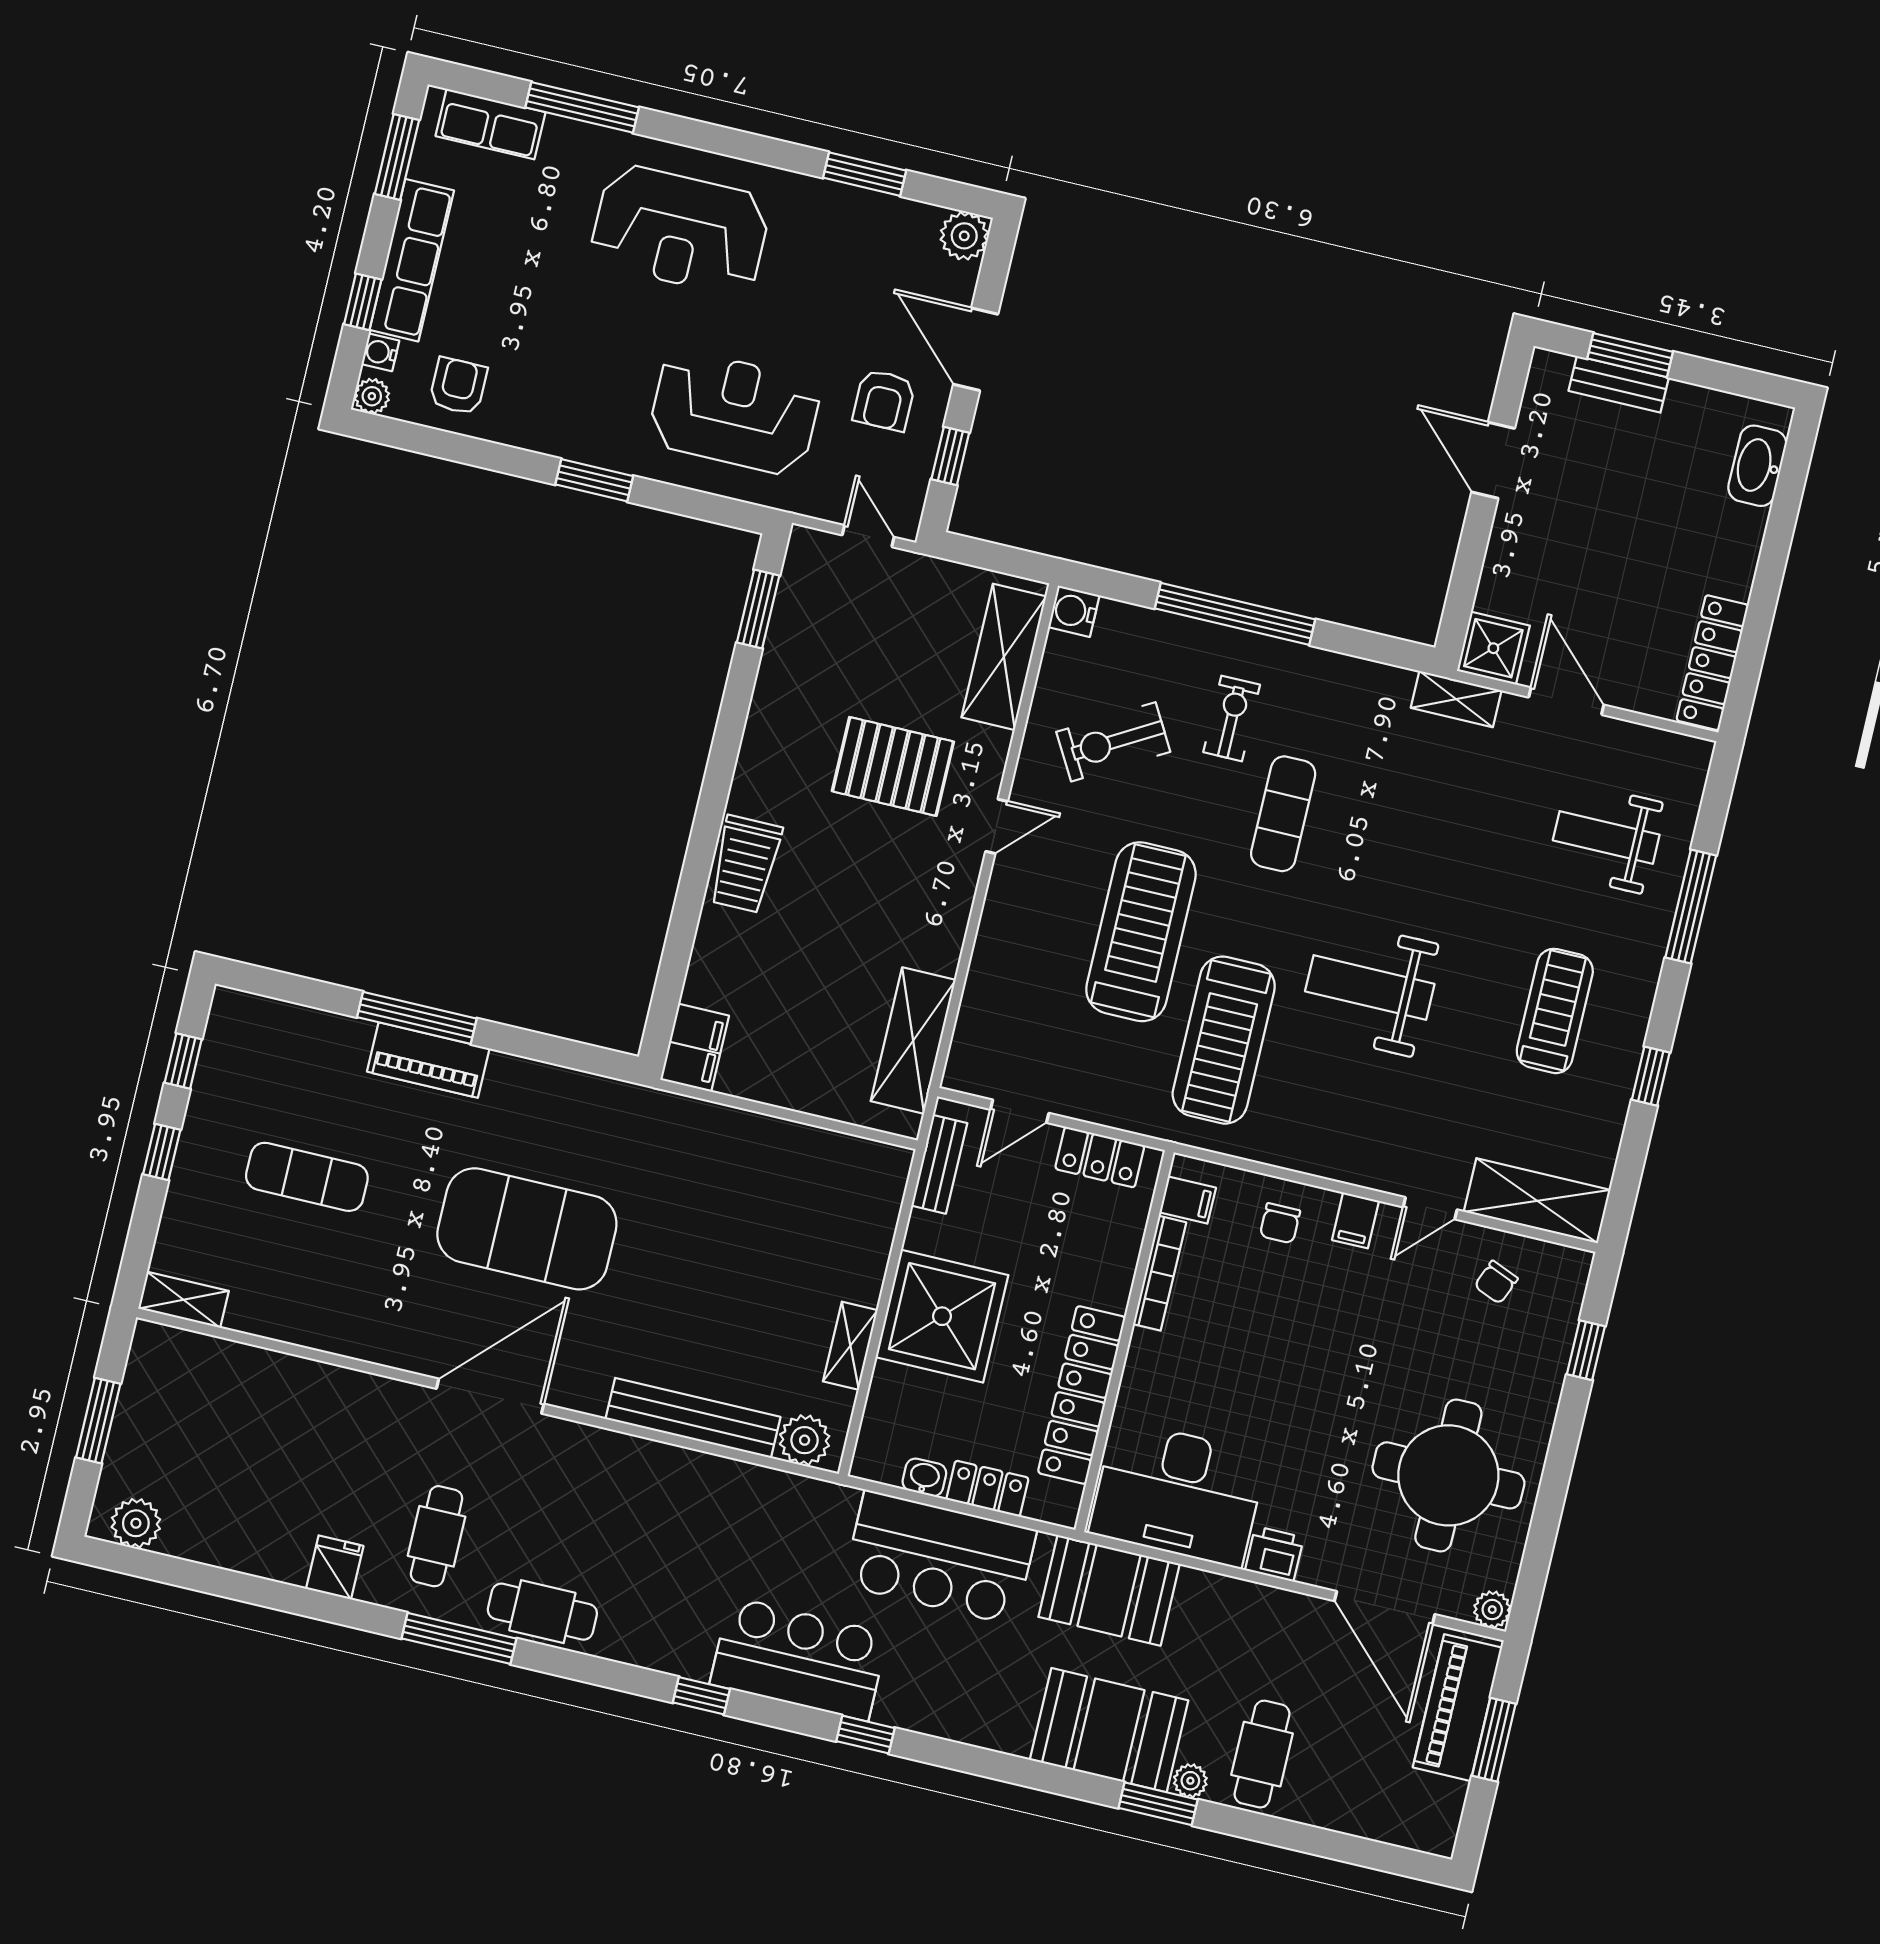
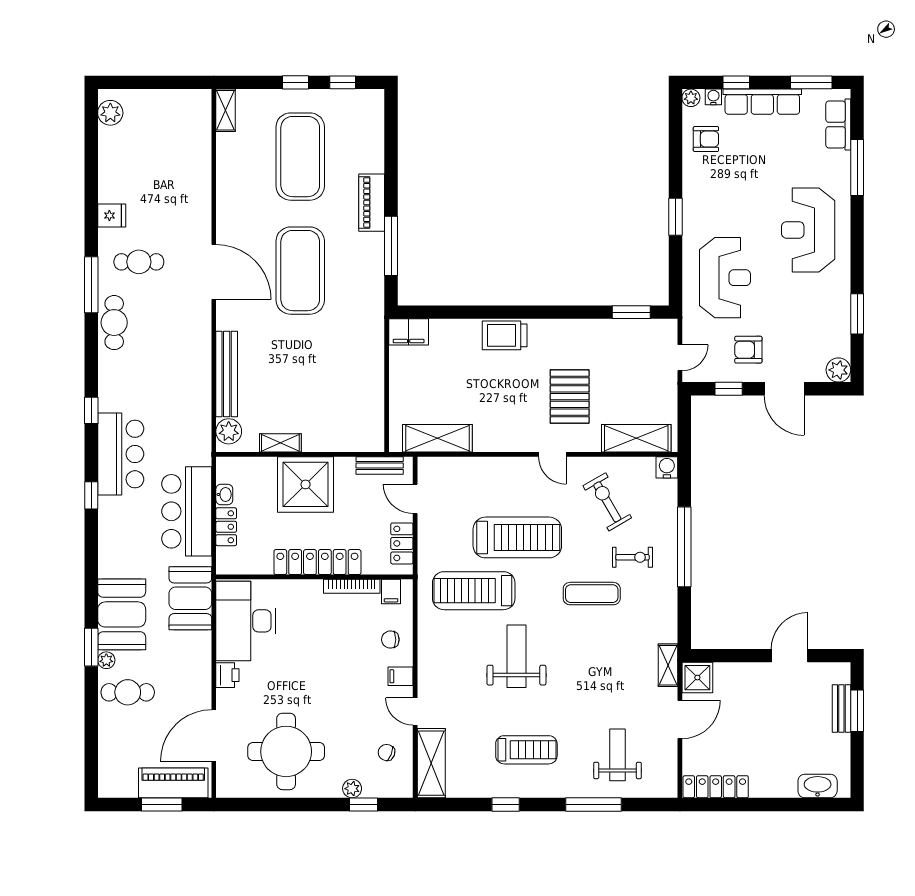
door: (976, 349) -> (784, 389), swing flipped
window: (417, 1018) -> (391, 246), moved
exercise mat: (307, 1177) -> (300, 157), width x2.00, depth x1.45
locker: (1082, 1395) -> (317, 562), moved
window: (98, 1421) -> (156, 82), removed
plant: (1492, 1610) -> (352, 789), moved

